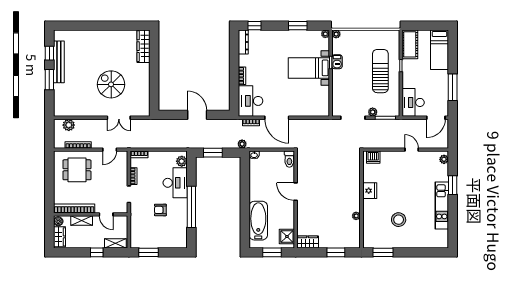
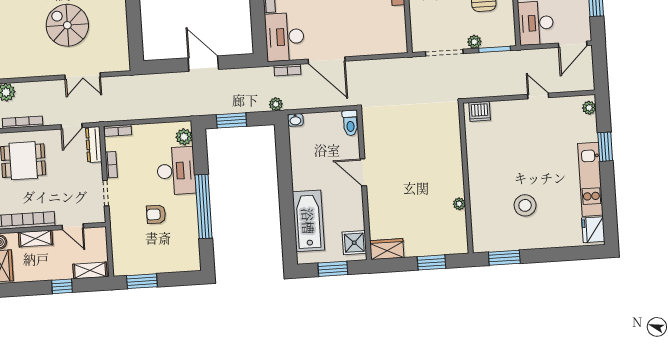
dresser: (123, 162) -> (94, 145), added
fridge: (370, 191) -> (593, 230), moved, turned 180

